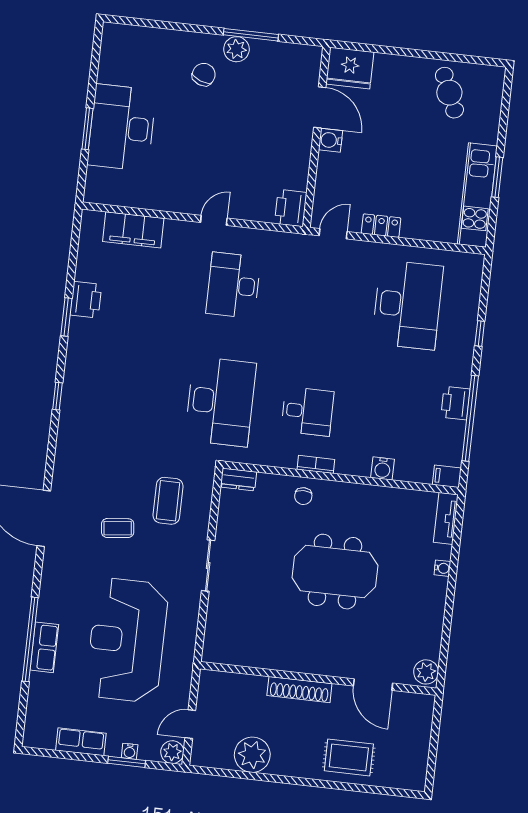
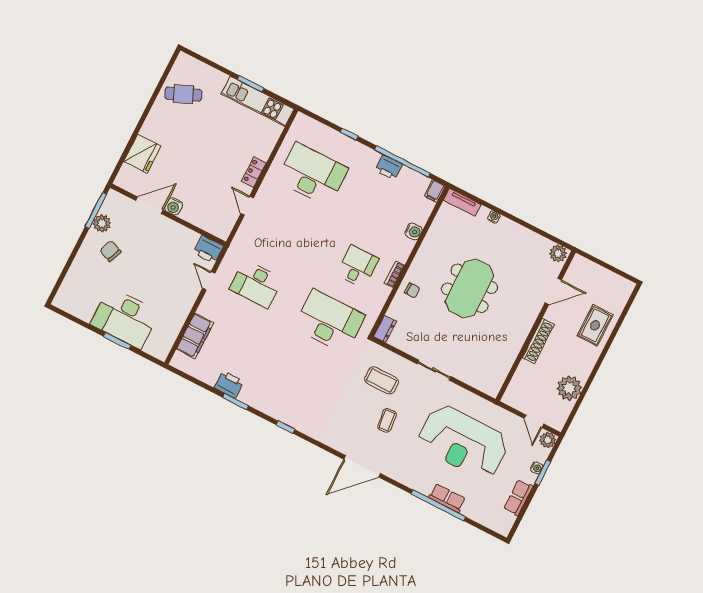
door: (320, 107) -> (149, 205), moved
wall: (316, 137) -> (168, 215), moved
water cooler: (330, 140) -> (174, 206), moved
printer: (291, 208) -> (208, 249), moved

